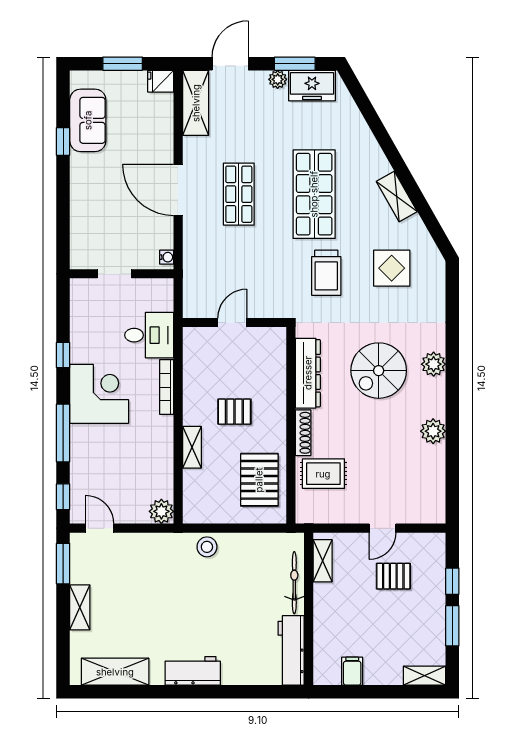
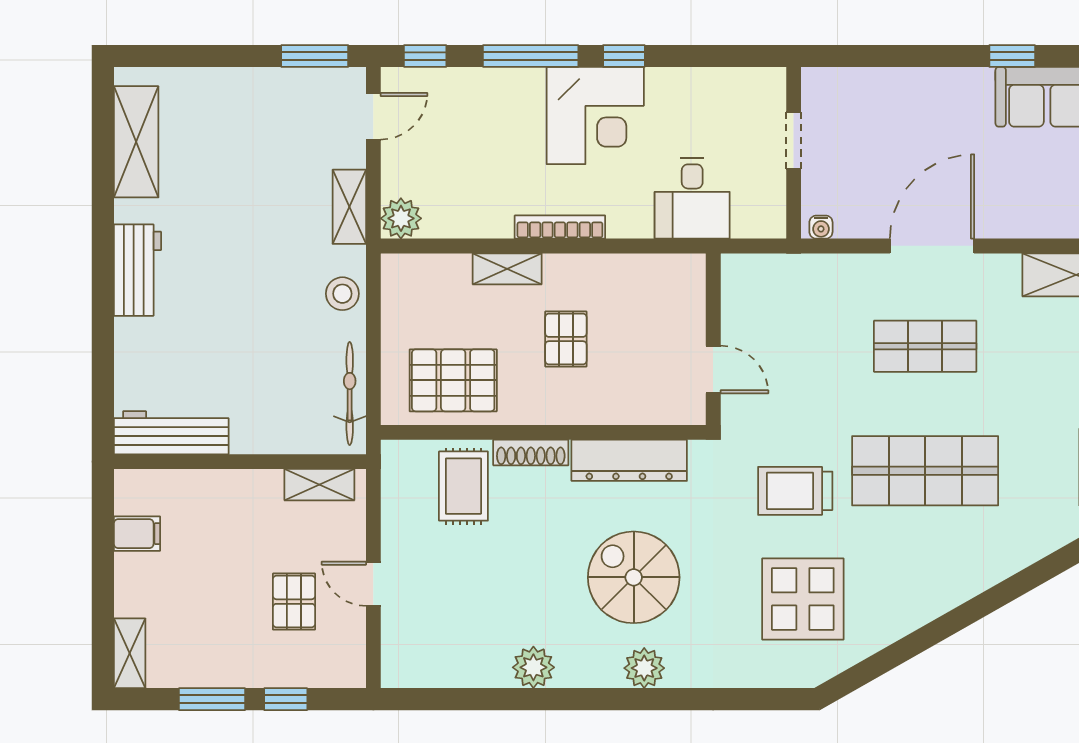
shelving: (397, 196) -> (921, 607), removed
display table: (392, 268) -> (803, 599), width x1.36, depth x1.36
door: (232, 322) -> (713, 370), moved
window: (63, 355) -> (624, 56), moved
bookcase: (167, 387) -> (560, 227), moved
bicycle: (294, 583) -> (350, 393), moved, turned -90
shelving: (80, 607) -> (349, 207), moved, turned 90

